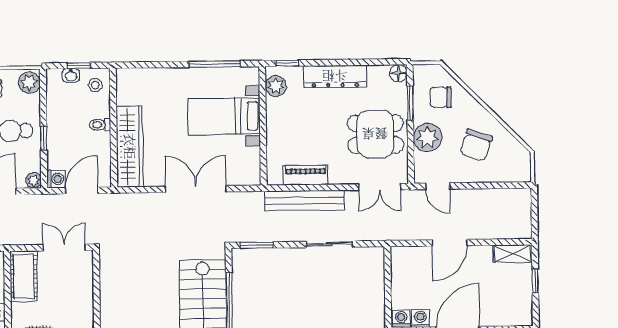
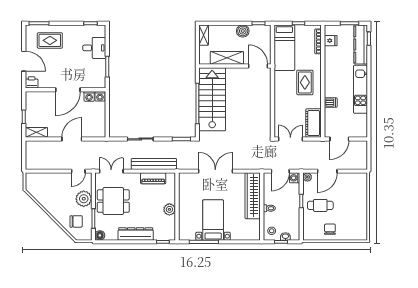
plant: (29, 83) -> (309, 233), removed
plant: (276, 86) -> (169, 209), moved
bed with nightstands: (224, 116) -> (213, 220), moved, turned -90
chair: (476, 145) -> (56, 194), removed
door: (438, 186) -> (78, 171), swing flipped
double door: (196, 189) -> (215, 171), swing flipped
double door: (64, 247) -> (290, 139), swing flipped

